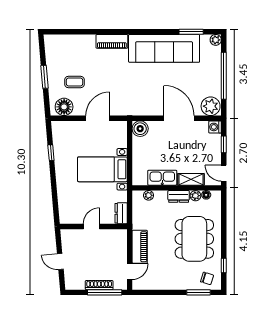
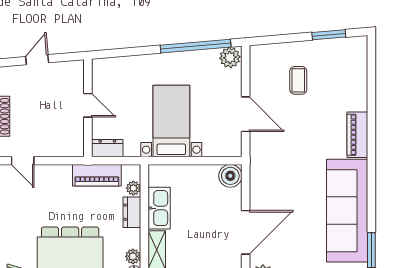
window: (44, 77) -> (329, 35), moved
floor lamp: (64, 107) -> (262, 65), removed
plant: (59, 129) -> (230, 58), added
window: (51, 153) -> (196, 46), width x3.17
dresser: (179, 196) -> (132, 212), moved
piano: (140, 247) -> (97, 175), moved

